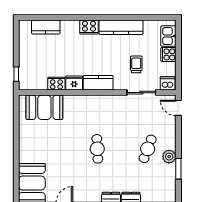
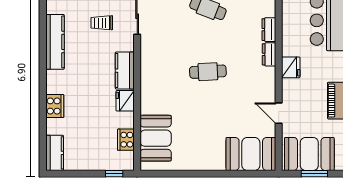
kitchen counter: (46, 27) -> (55, 153), moved
cooker: (89, 27) -> (55, 106), moved
cooker: (56, 84) -> (126, 140), moved

